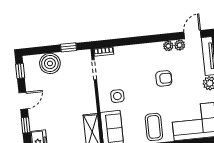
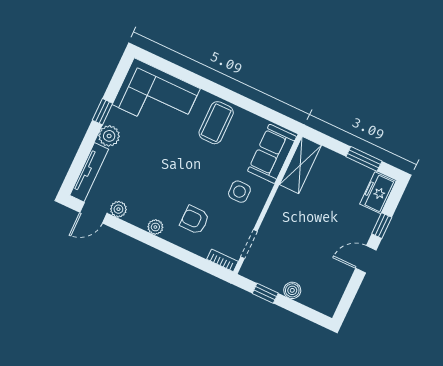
plant: (168, 46) -> (155, 227), moved
boiler: (50, 63) -> (292, 290), width x0.54, depth x0.54
window: (20, 71) -> (347, 300), removed
armchair: (164, 78) -> (195, 220), moved

